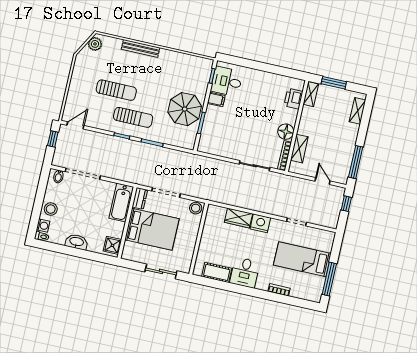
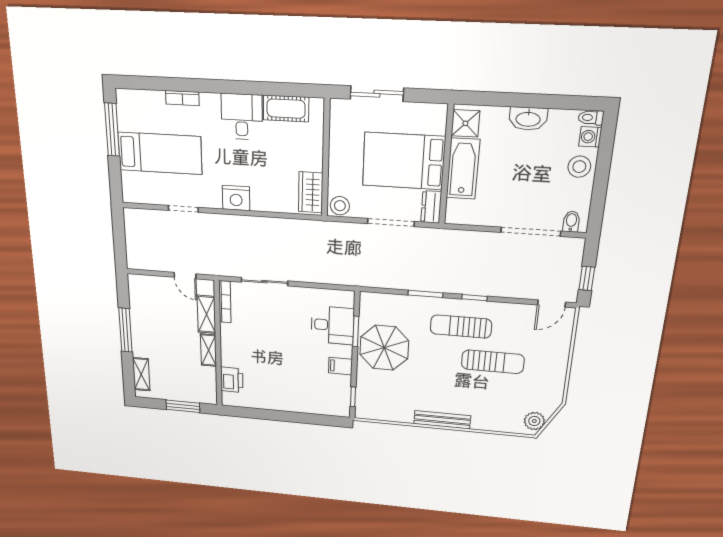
bench: (141, 48) -> (442, 420), moved
desk: (227, 81) -> (332, 325), moved
sun lounger: (116, 90) -> (493, 362), turned 180
shelving: (311, 94) -> (209, 350), moved
floor lamp: (286, 132) -> (231, 335), removed
window: (356, 162) -> (125, 330), moved
door: (323, 181) -> (185, 276), moved
bathtub: (121, 203) -> (463, 169), moved
window: (346, 204) -> (120, 247), removed
wardrobe: (238, 218) -> (311, 192), moved, turned -90

